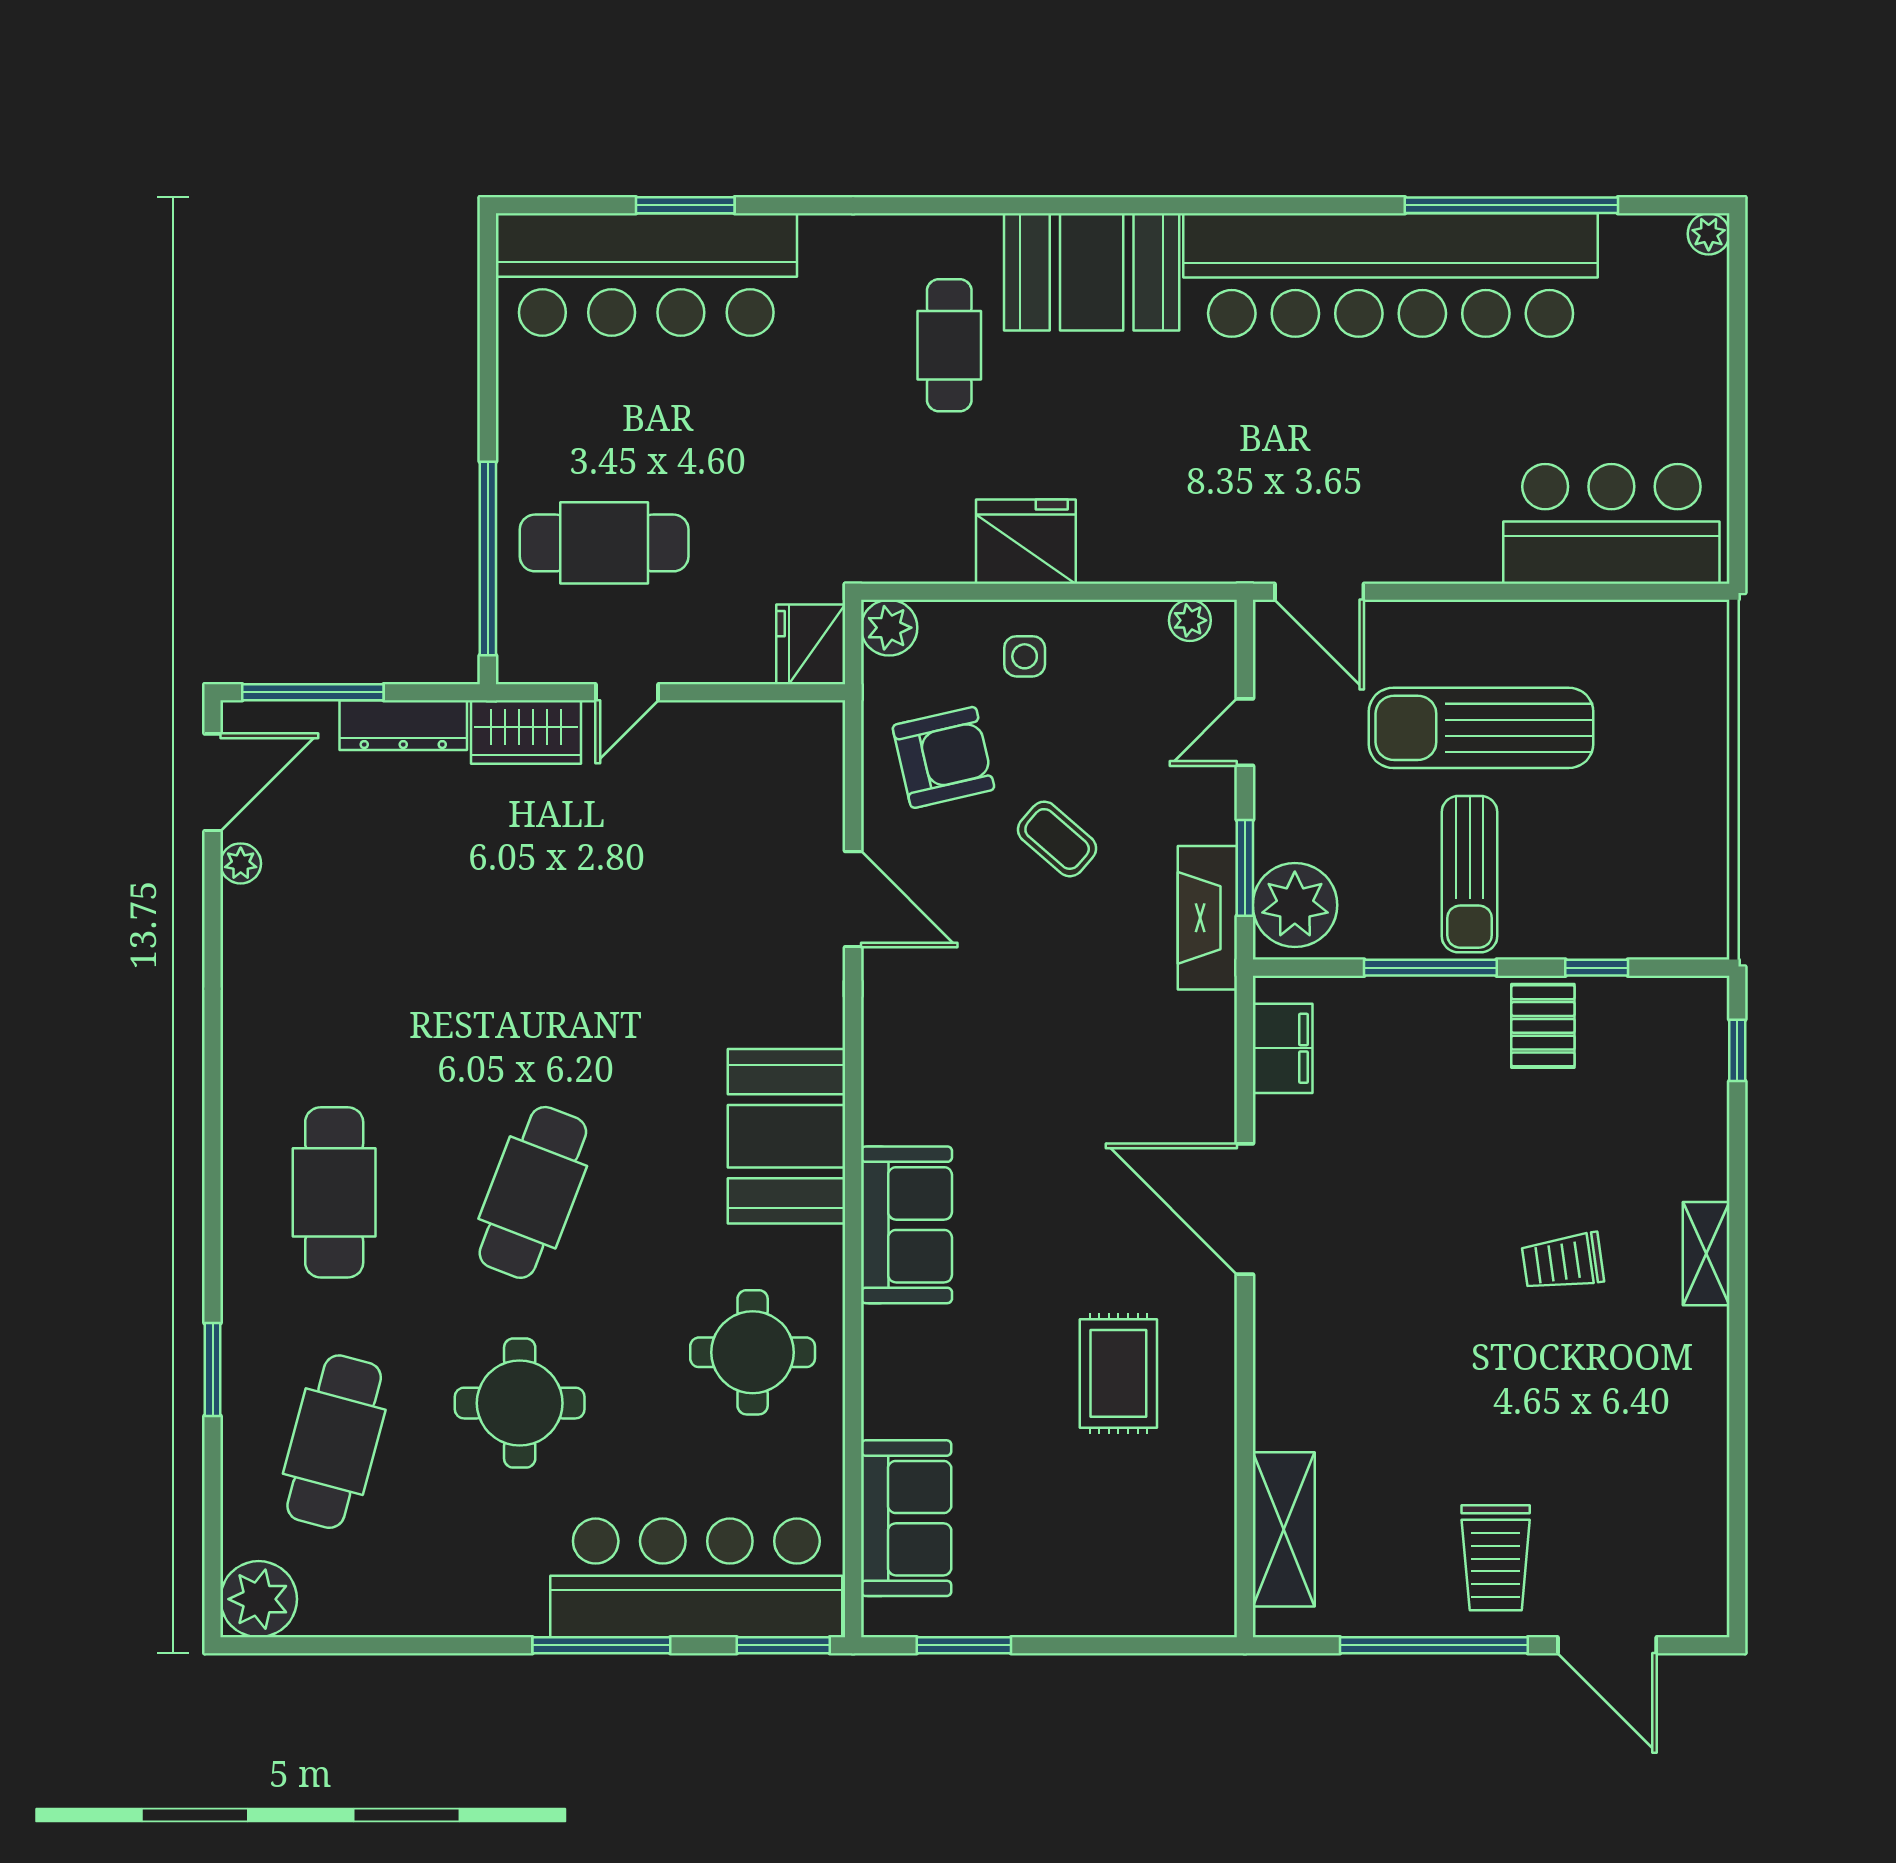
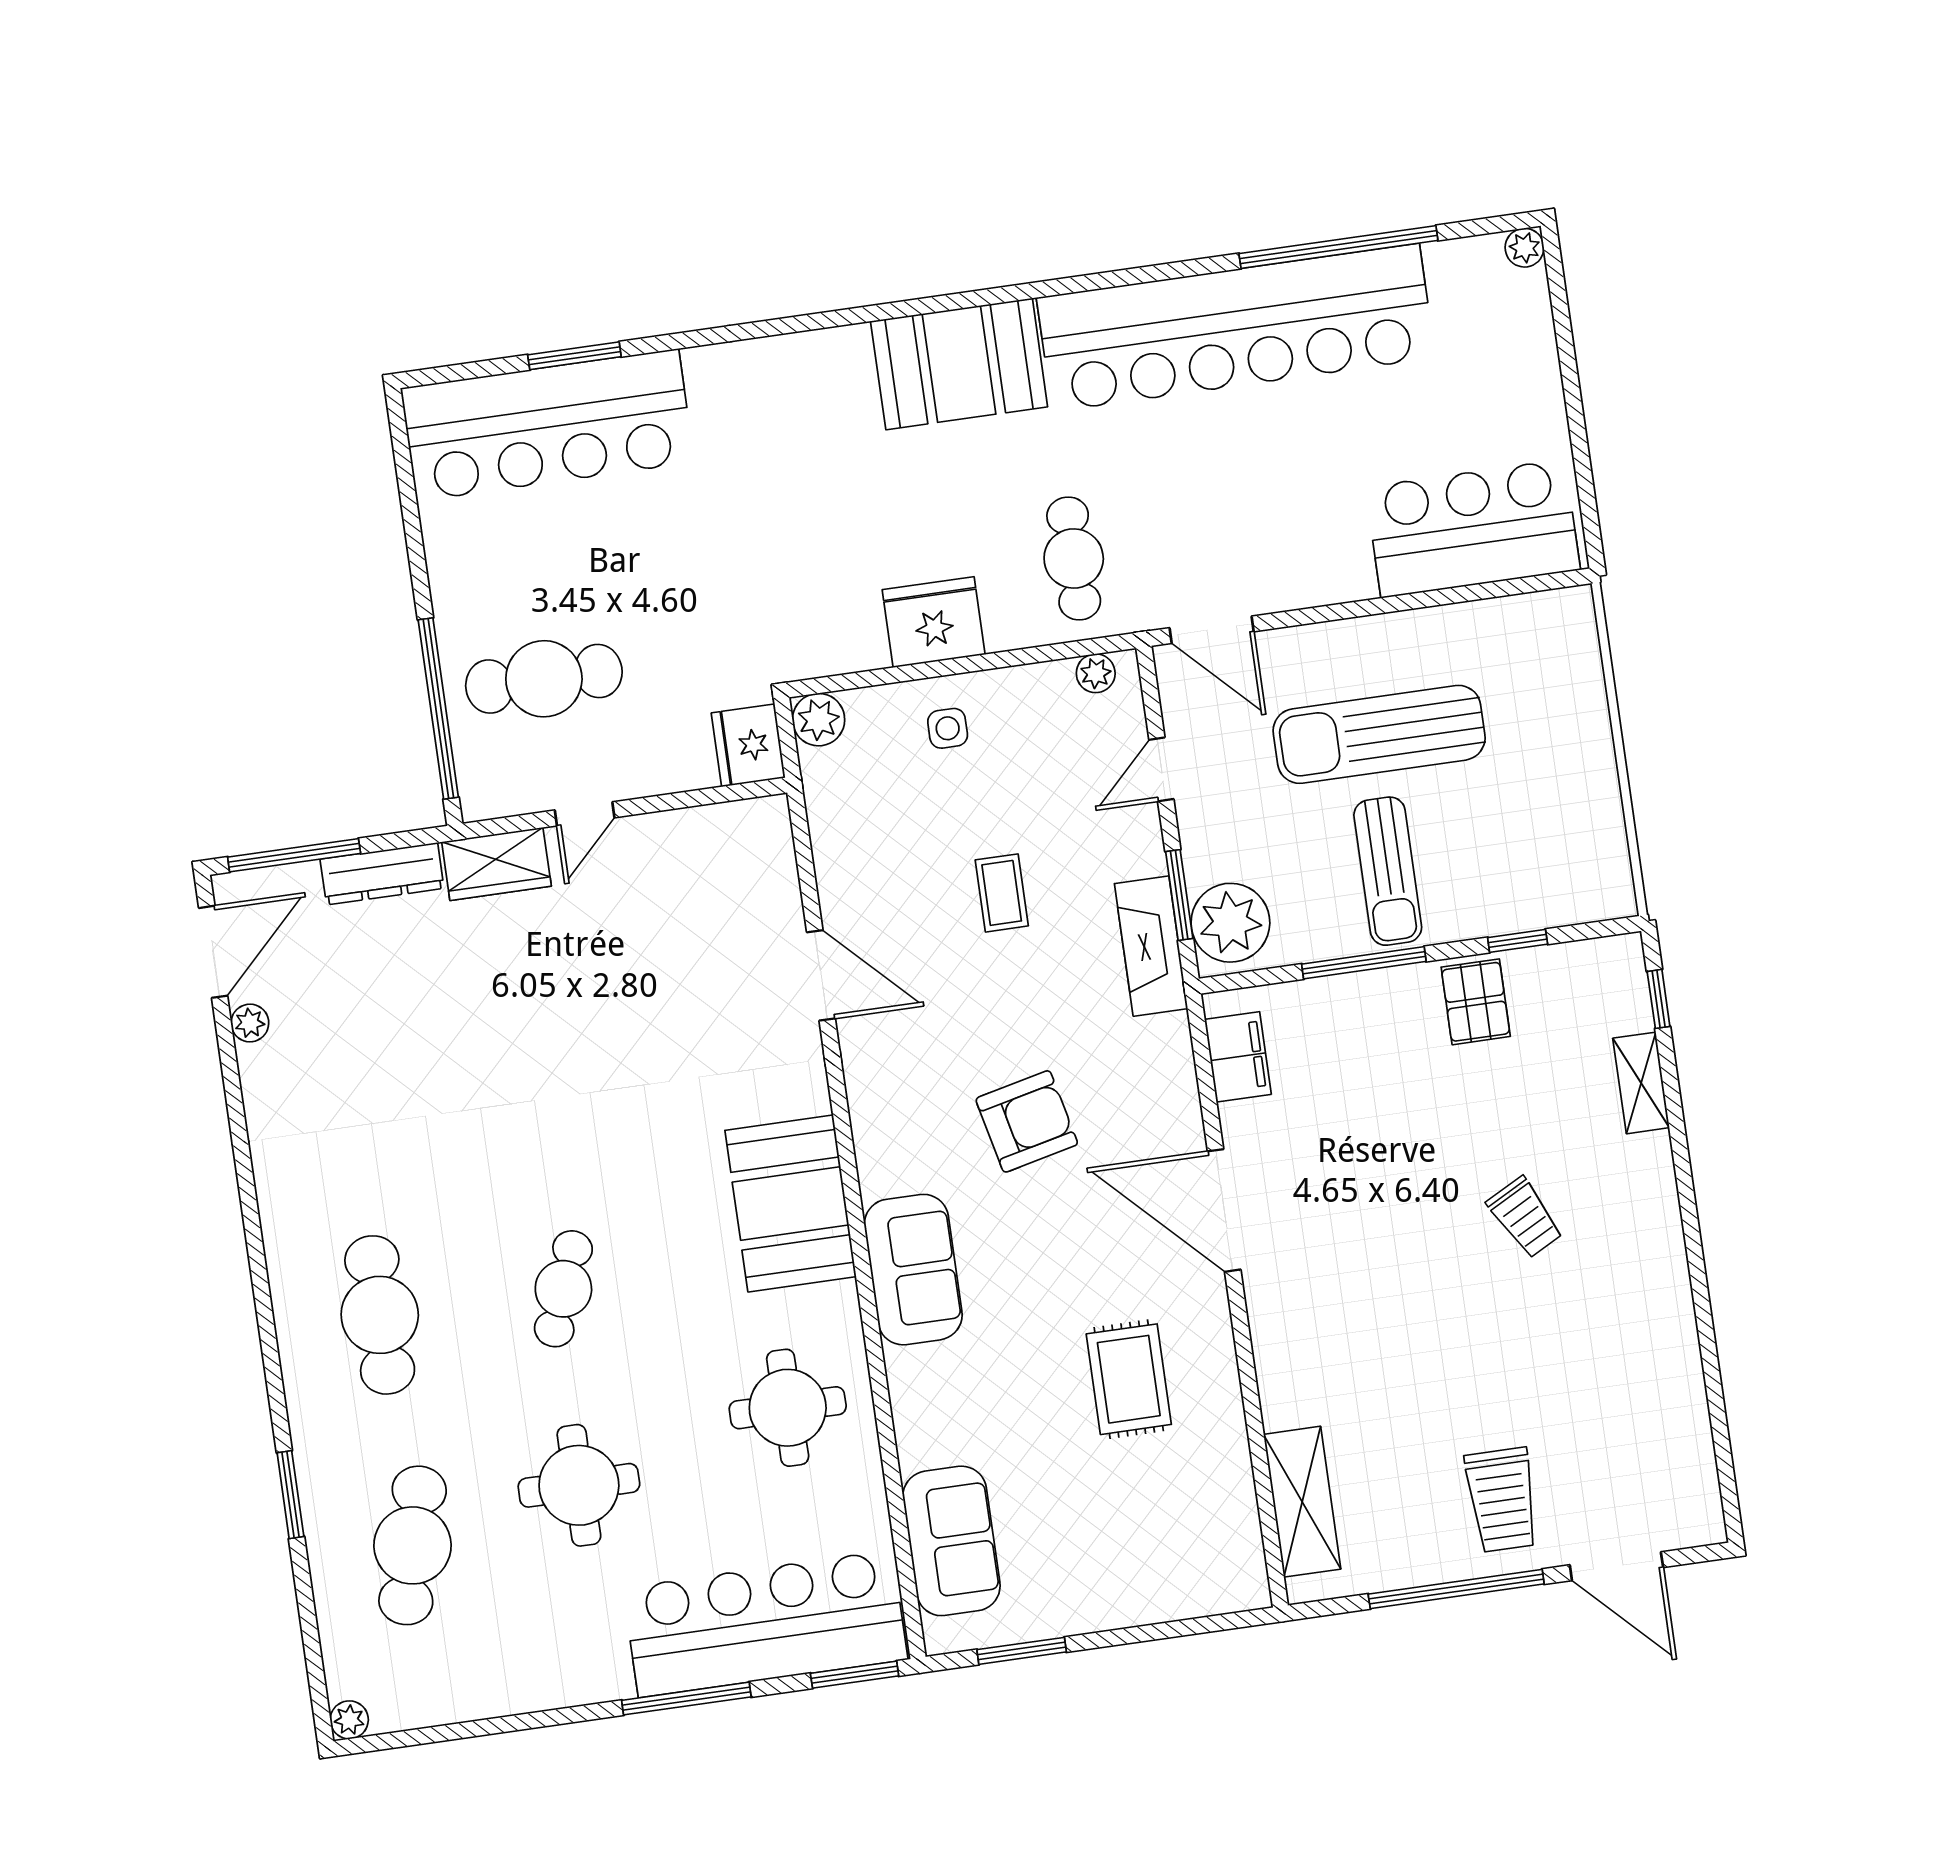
cafe table: (949, 345) -> (1074, 558), moved
armchair: (943, 757) -> (1027, 1121), moved
coffee table: (1057, 839) -> (1002, 893), turned 49
cafe table: (533, 1192) -> (563, 1289), width x0.73, depth x0.74
shelving: (1706, 1254) -> (1641, 1083), moved
trolley: (1563, 1262) -> (1525, 1217), turned -110
plant: (259, 1599) -> (349, 1720), width x0.53, depth x0.53

